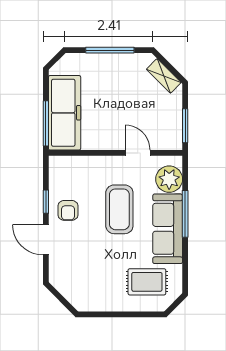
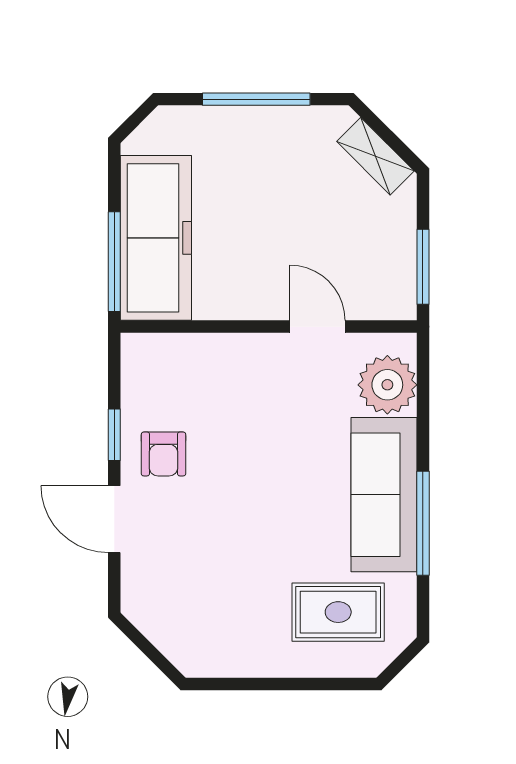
coffee table: (119, 209) -> (277, 452), removed
window: (185, 214) -> (423, 523), moved

